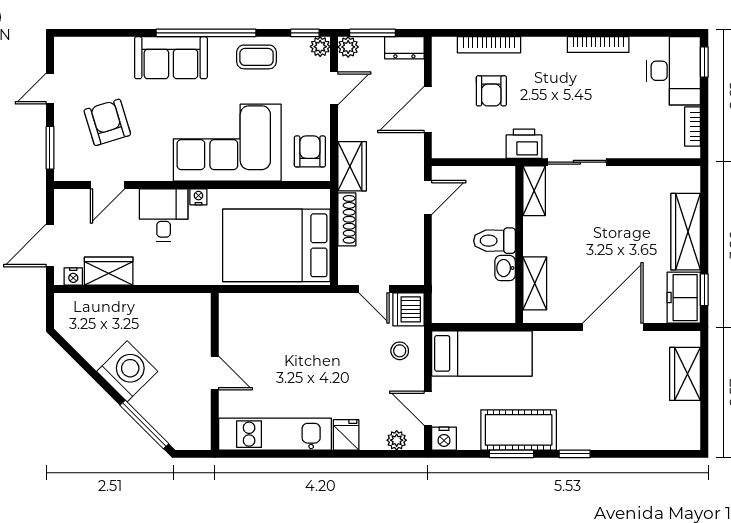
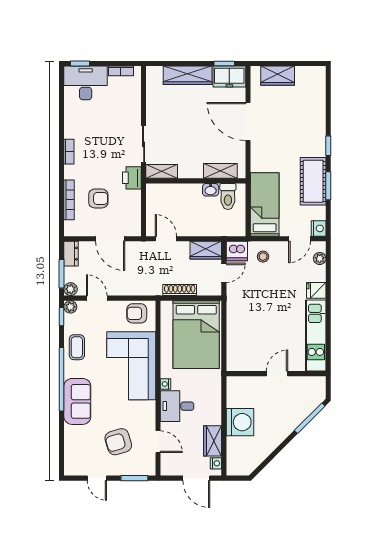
bookcase: (598, 45) -> (69, 152), moved, width x0.64
wardrobe: (352, 166) -> (206, 250), moved, turned 180
toilet: (494, 241) -> (228, 196), moved
washing machine: (127, 371) -> (240, 422), moved, turned 135

